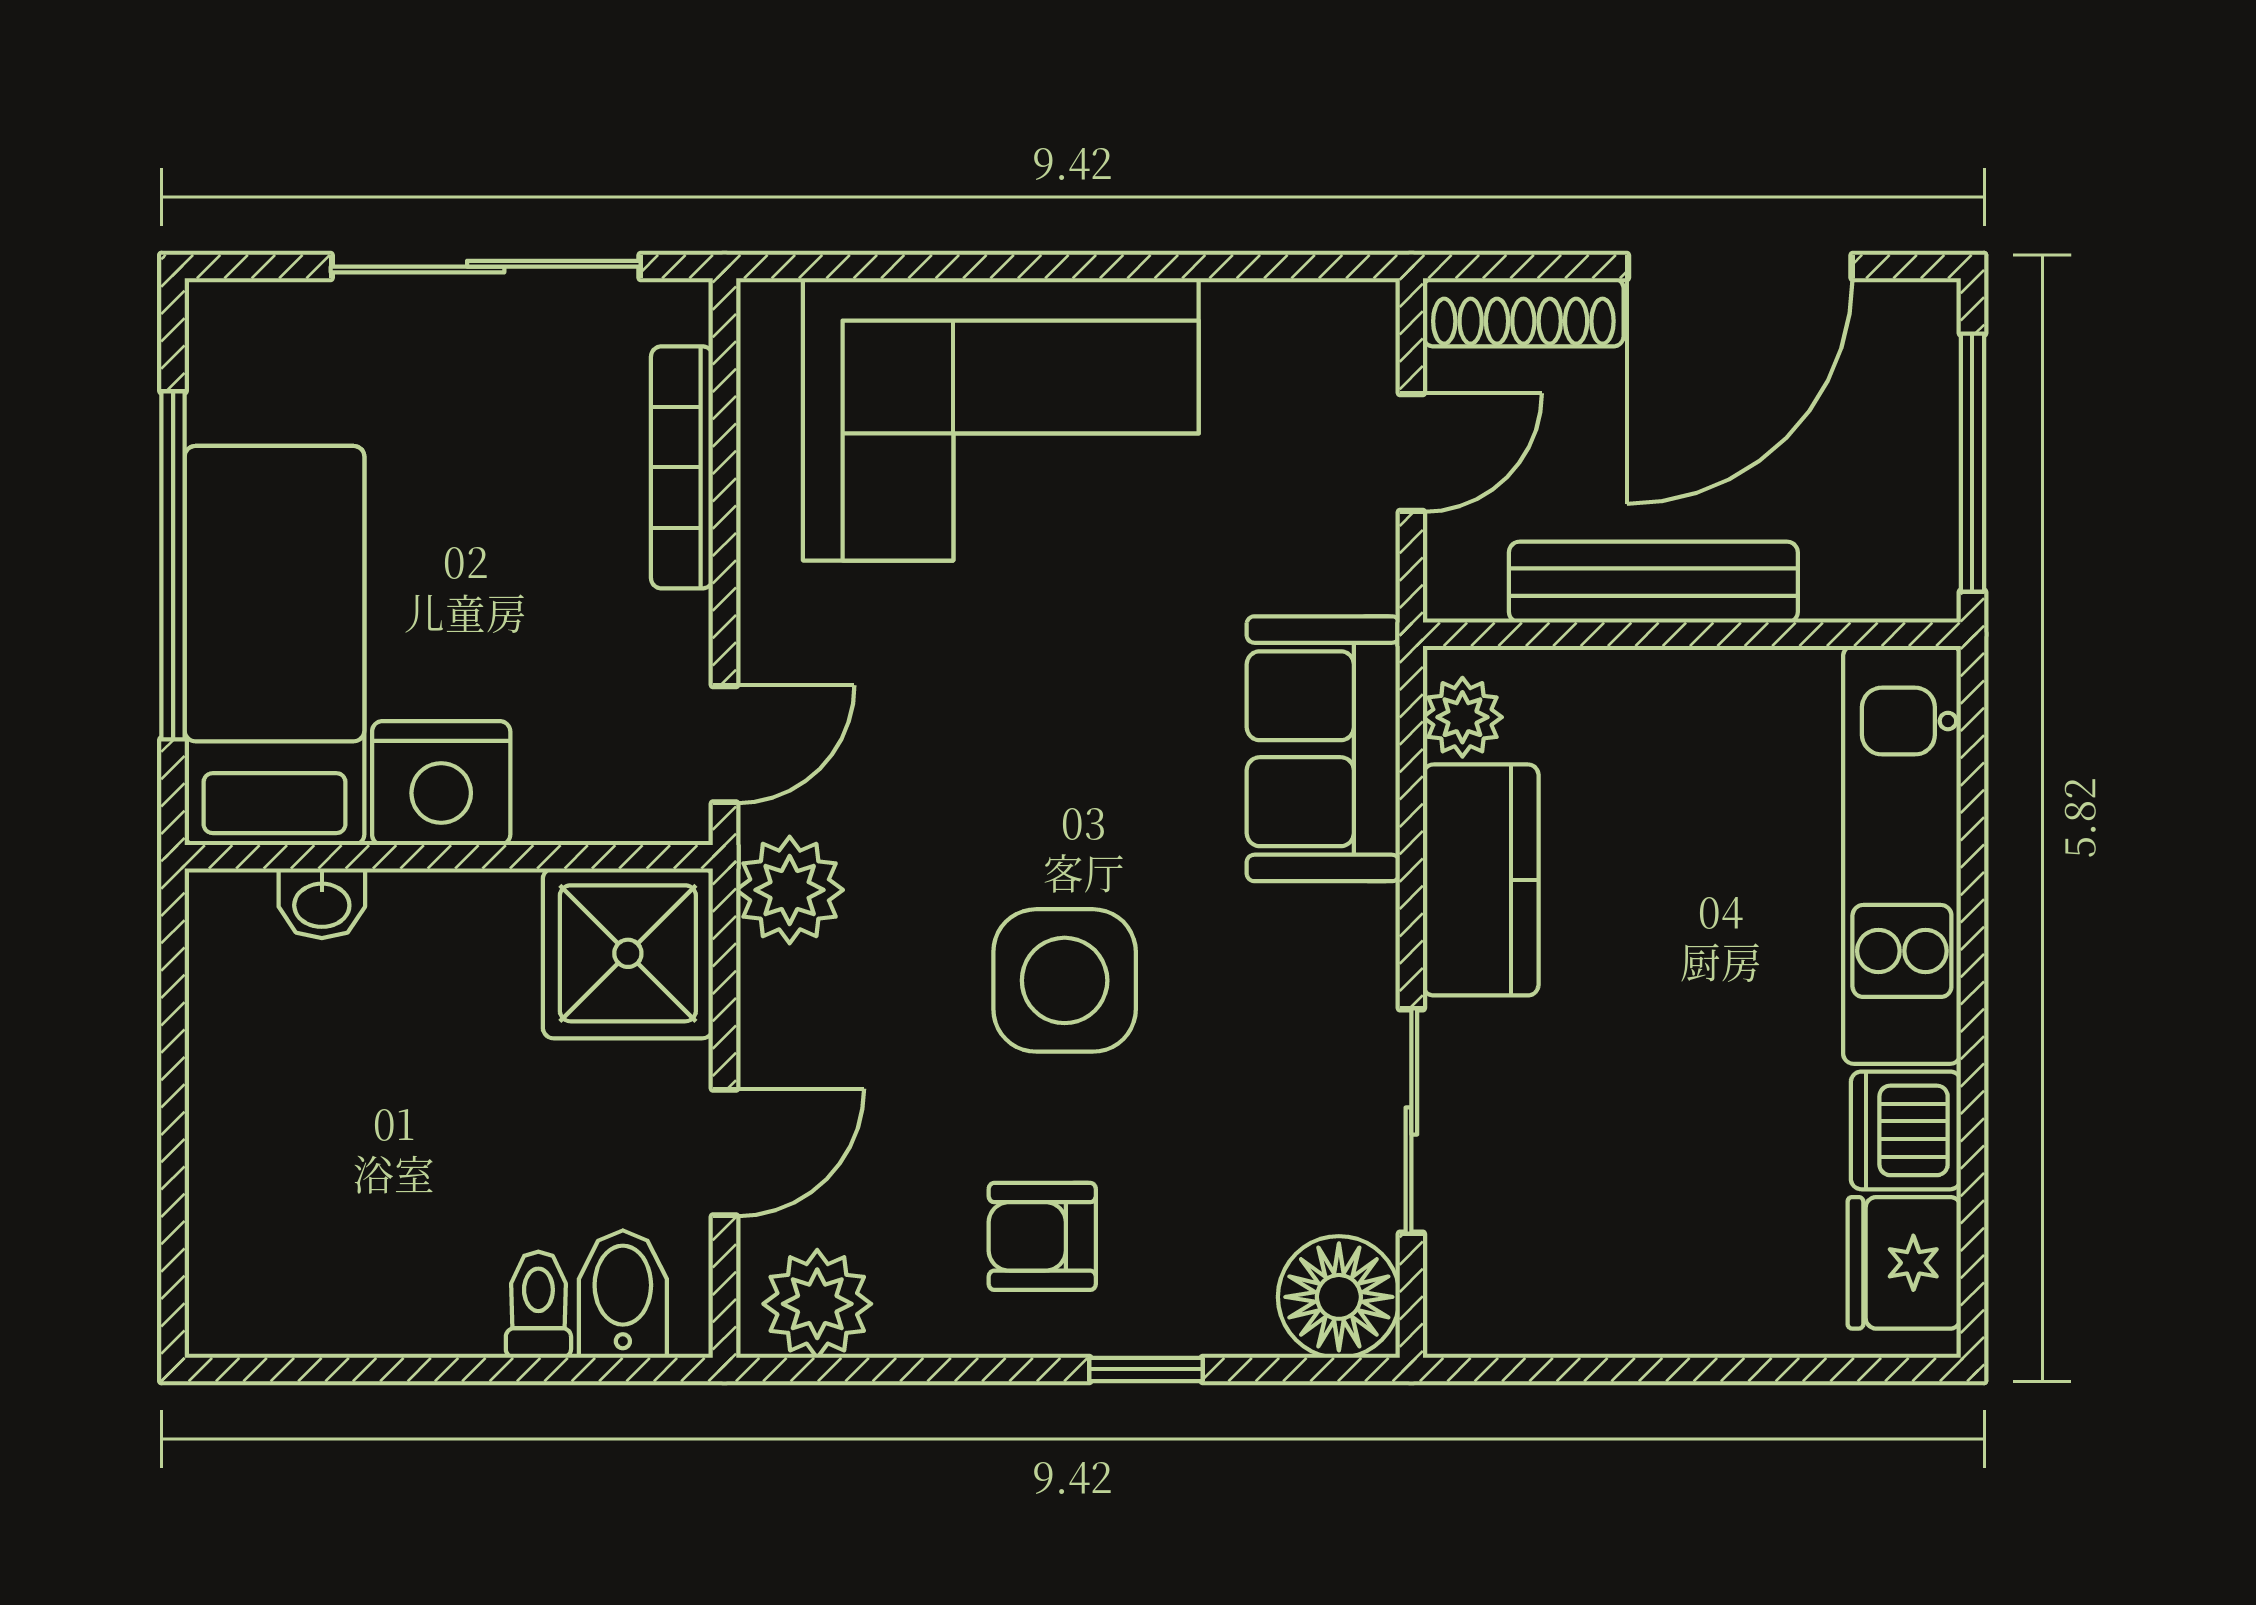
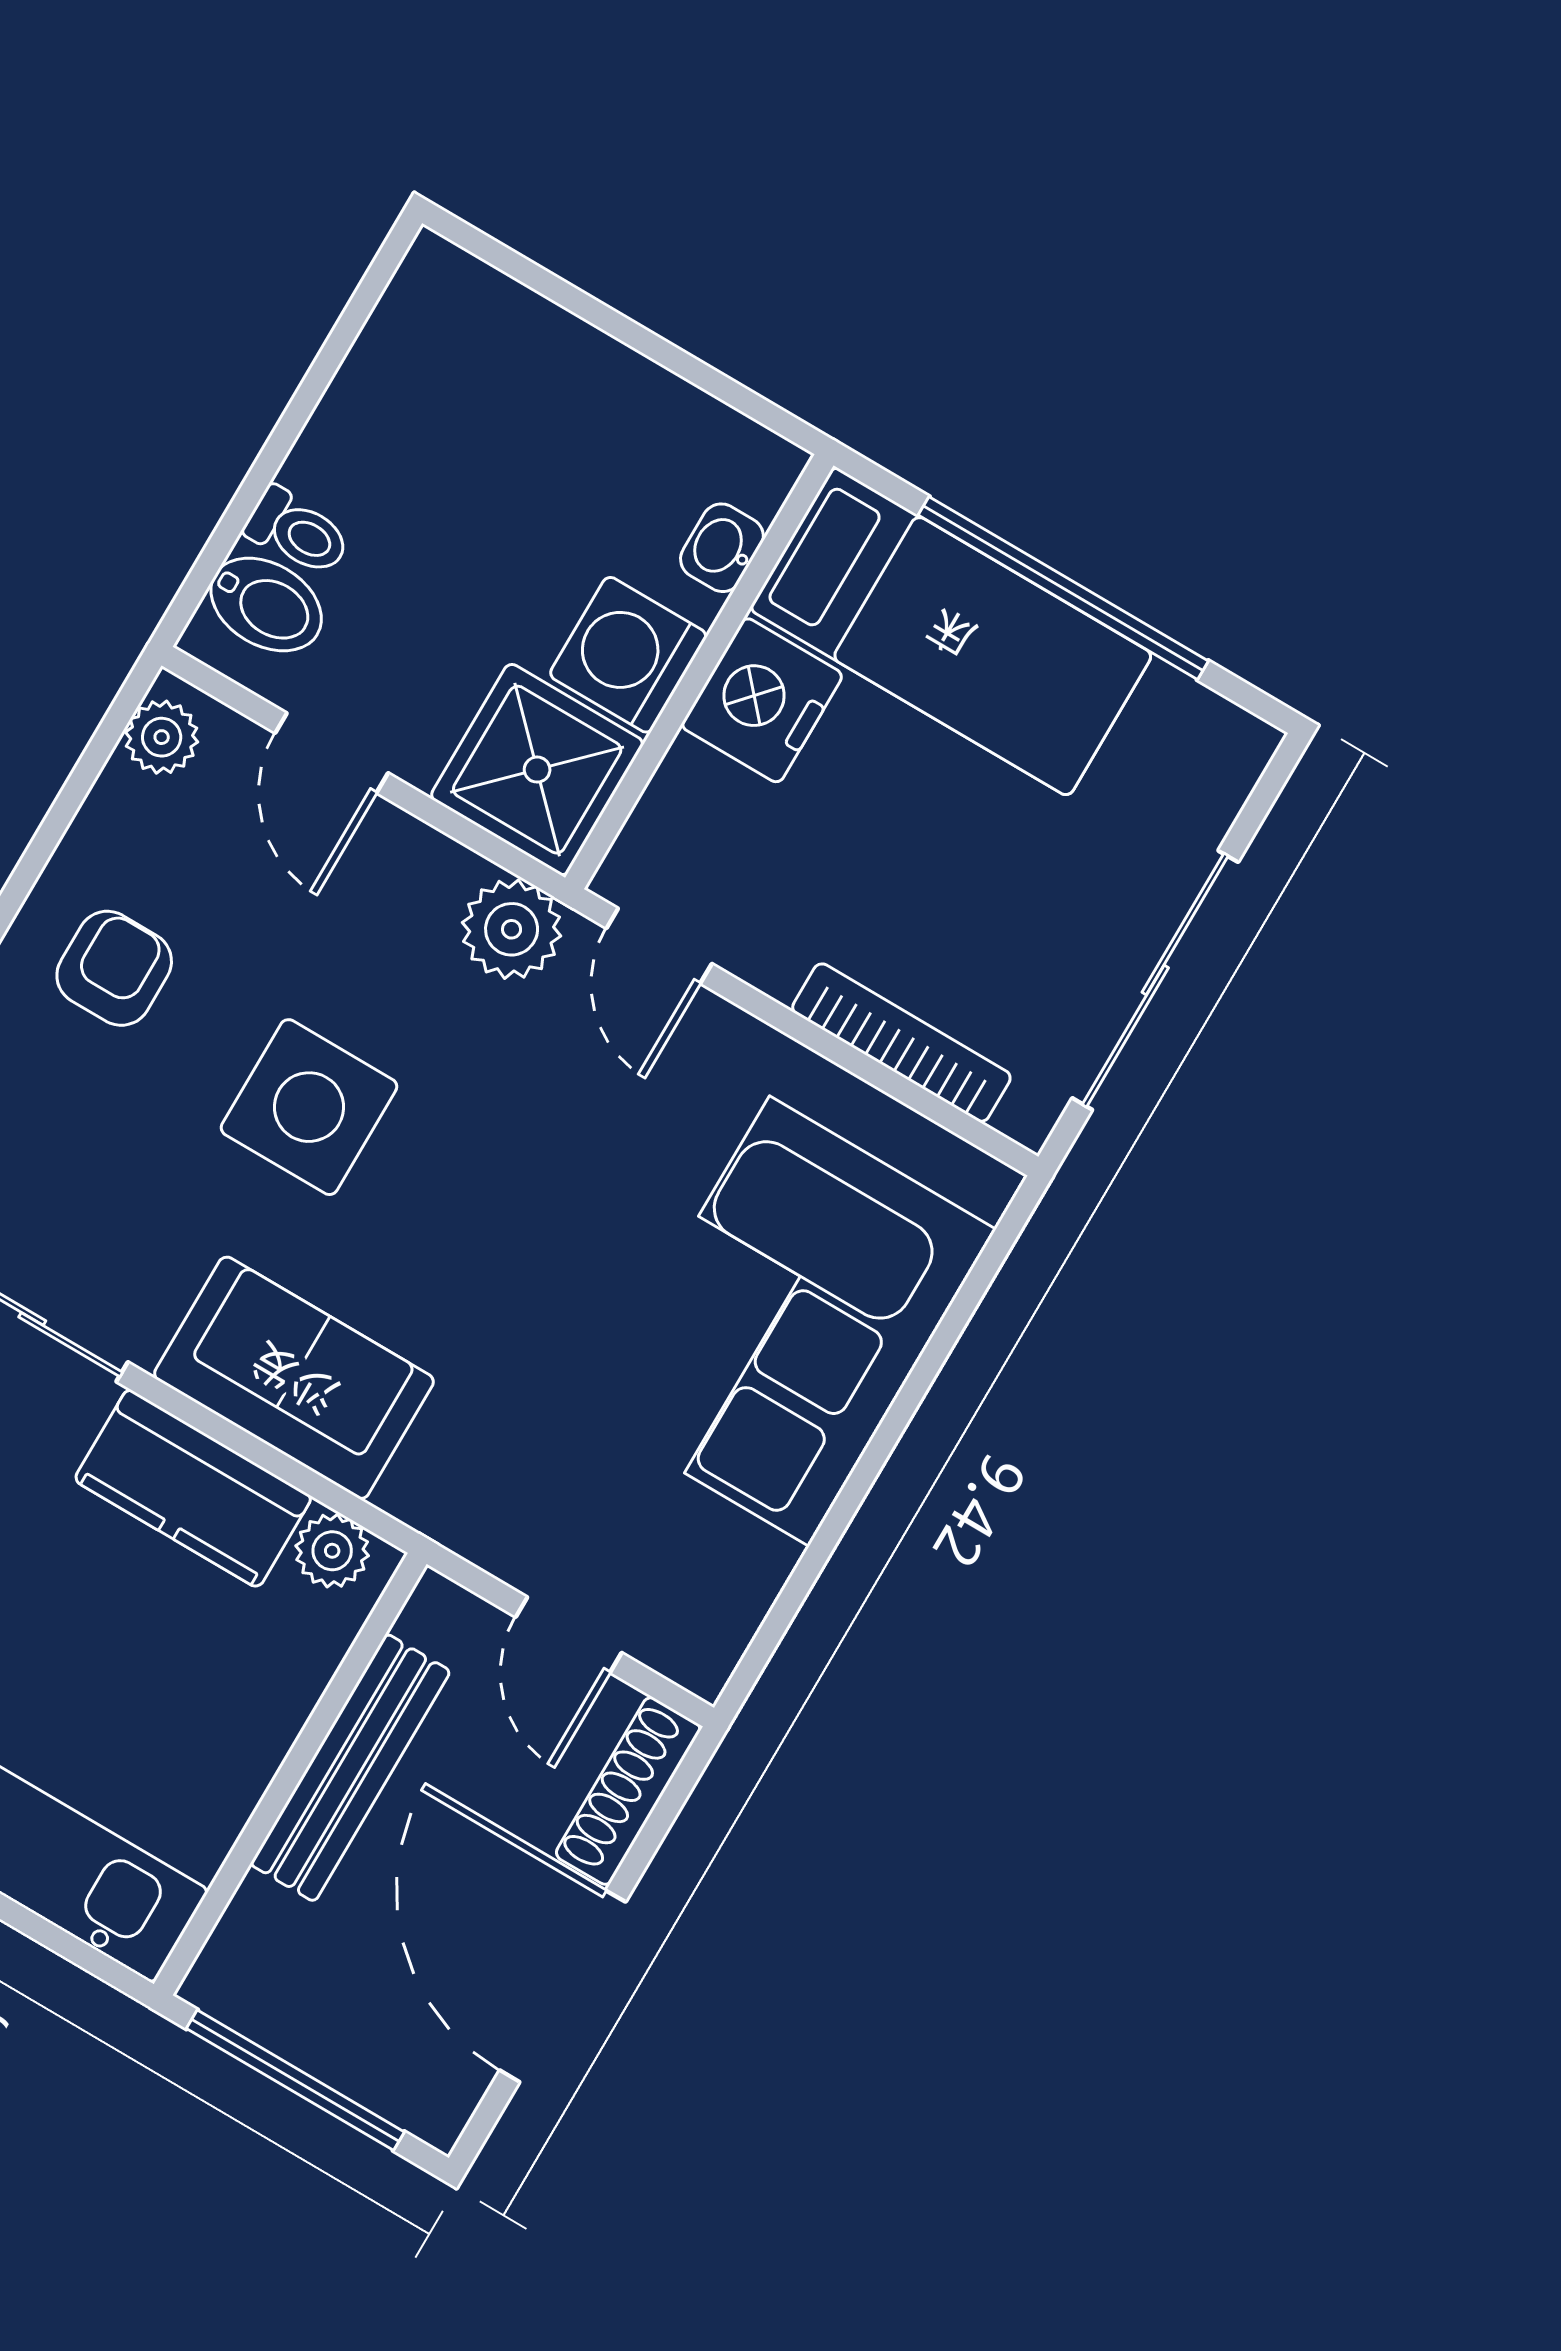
sofa: (1323, 749) -> (294, 1378), moved
washing machine: (472, 932) -> (628, 655), added
plant: (817, 1304) -> (162, 737), width x0.73, depth x0.73

